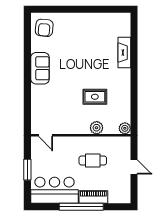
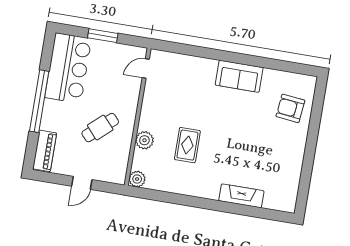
armchair: (44, 28) -> (290, 108), moved
cafe table: (93, 161) -> (100, 128), turned 48
piano: (93, 197) -> (45, 151), moved

